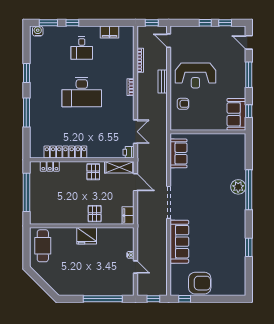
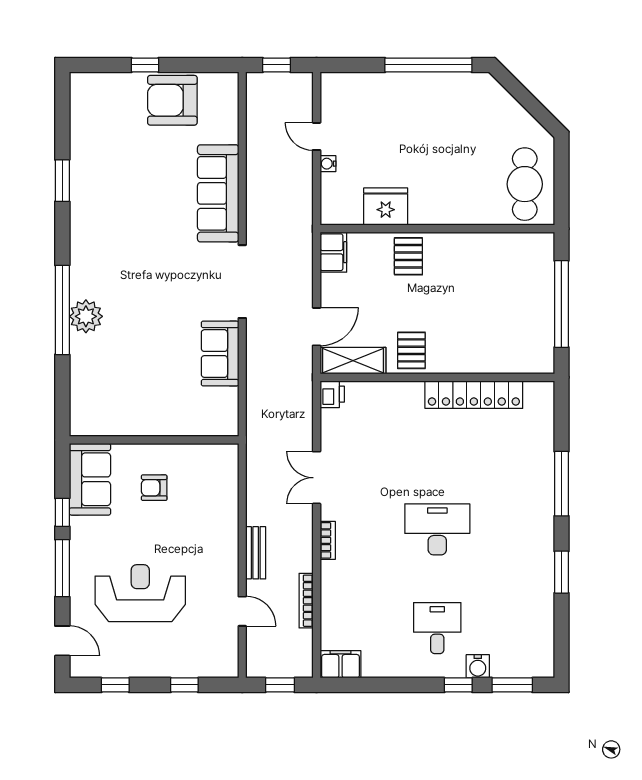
window: (205, 23) -> (184, 685), moved
water cooler: (38, 31) -> (478, 666), moved
filing cabinet: (110, 32) -> (341, 664), moved
door: (169, 41) -> (242, 611), moved
reception desk: (195, 75) -> (140, 593), moved
desk: (82, 92) -> (437, 529), width x0.73, depth x0.77
armchair: (183, 104) -> (154, 488), moved
window: (249, 111) -> (62, 512), moved
double door: (136, 132) -> (317, 478), moved
sofa: (178, 153) -> (220, 354), moved
locker: (50, 166) -> (509, 363), removed
door: (136, 182) -> (317, 327), swing flipped
fridge: (87, 236) -> (386, 207), moved
window: (103, 299) -> (428, 65), moved
window: (185, 299) -> (145, 65), moved

